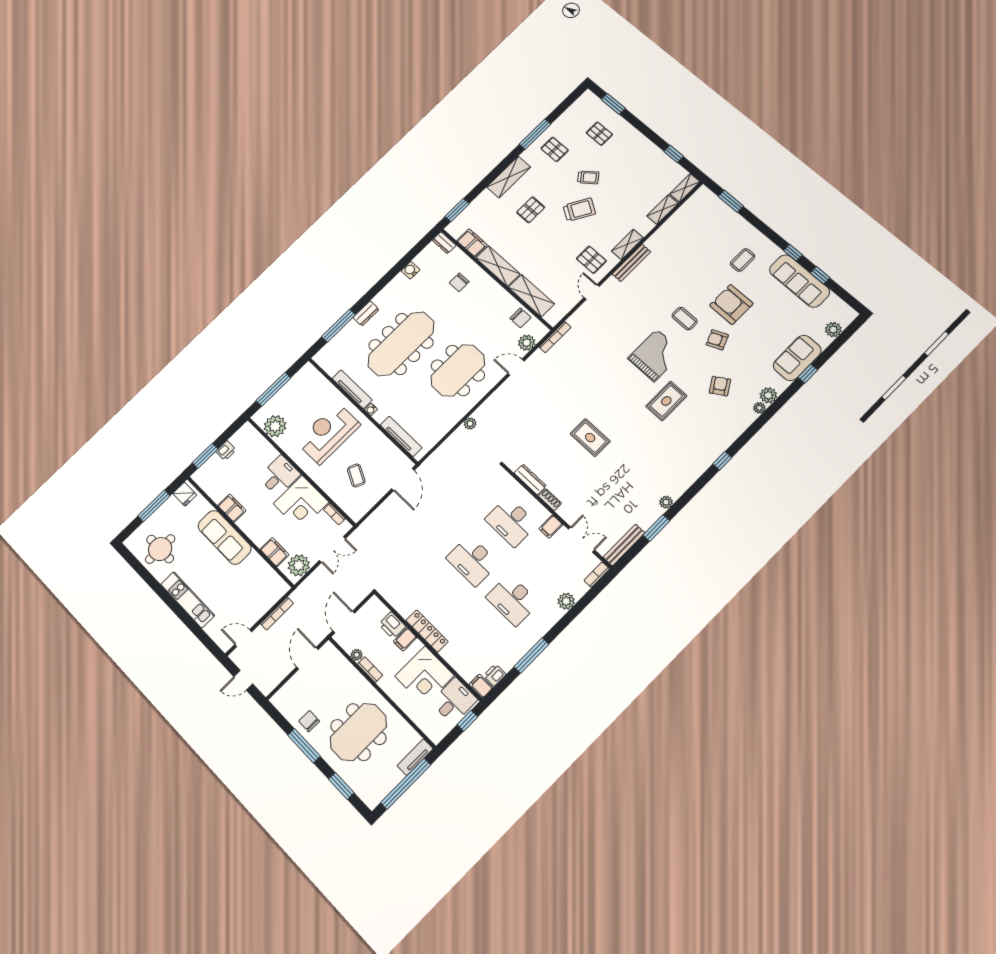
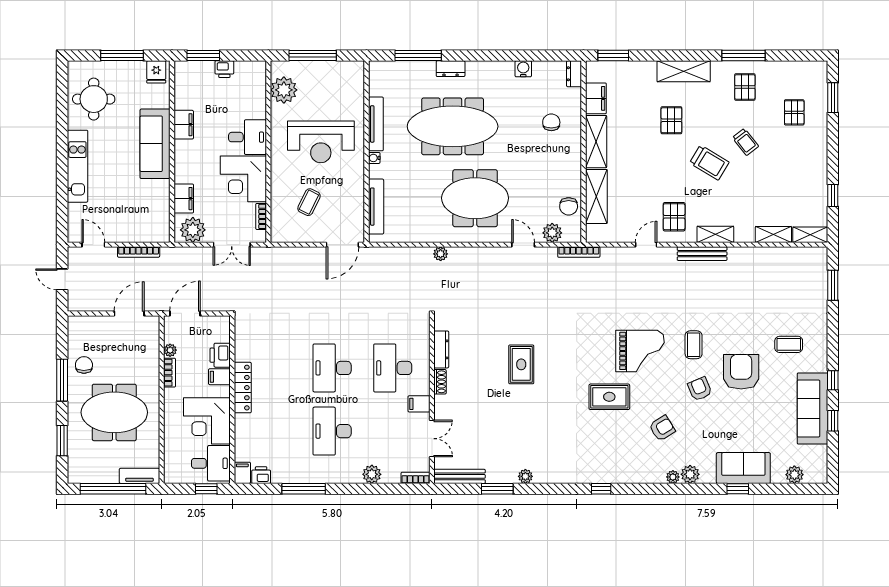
pallet: (531, 210) -> (671, 120), turned 90
chair: (459, 282) -> (551, 122), turned 90
reception desk: (328, 433) -> (321, 142), turned 180

